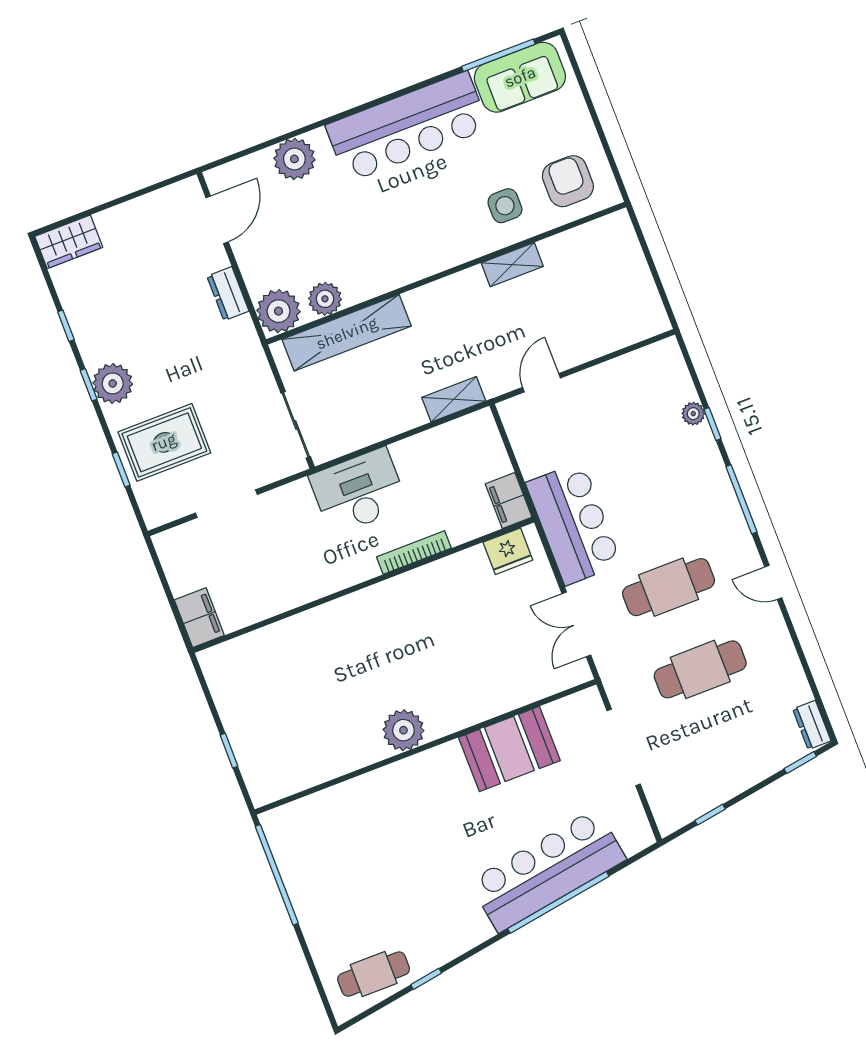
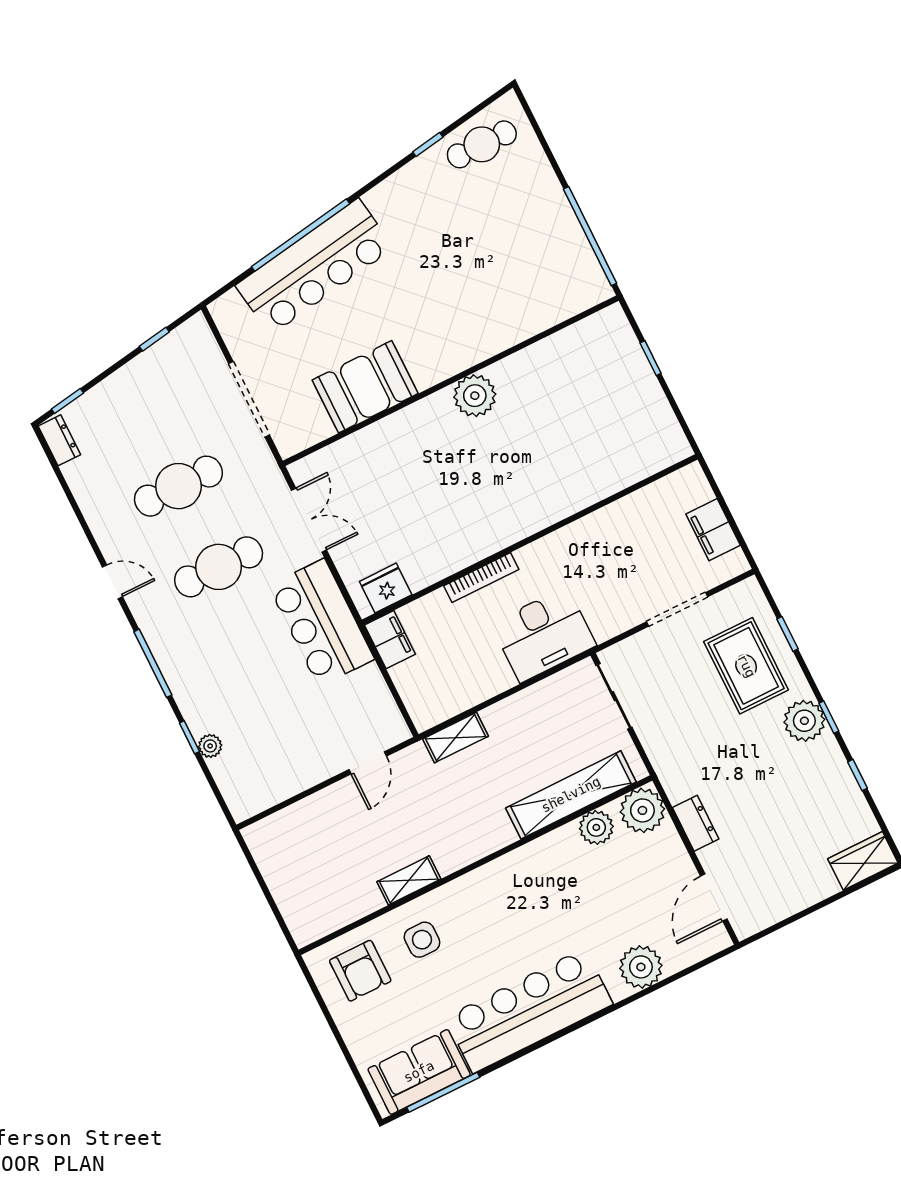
rug: (164, 442) -> (746, 666), turned 90
filing cabinet: (199, 618) -> (713, 530), moved

